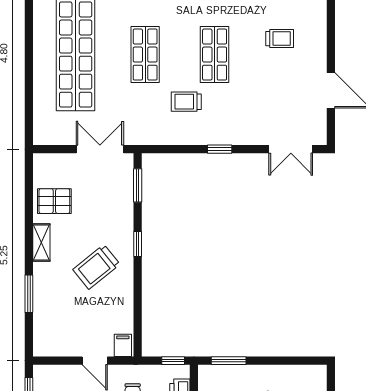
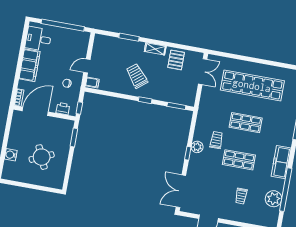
plant: (205, 134) -> (197, 147), added
double door: (100, 149) -> (203, 72), moved
double door: (291, 149) -> (181, 191), width x1.37

